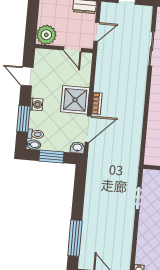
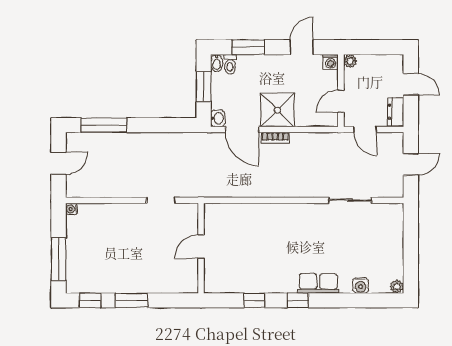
plant: (46, 35) -> (350, 61), width x0.53, depth x0.53
washing machine: (36, 104) -> (331, 62), moved

